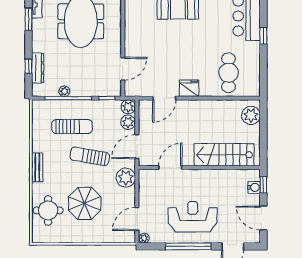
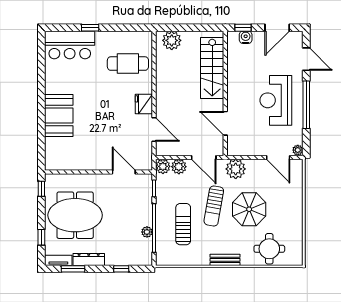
dresser: (38, 68) -> (89, 259), moved
parasol: (85, 203) -> (249, 209), moved

